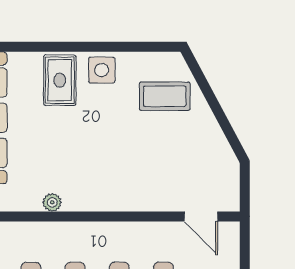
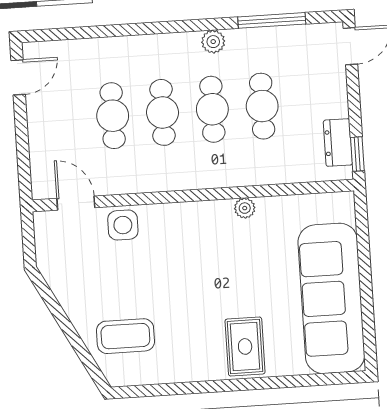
side table: (102, 70) -> (123, 225), moved

